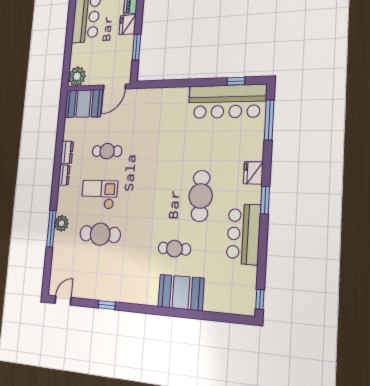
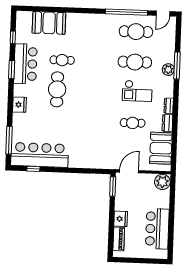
window: (136, 47) -> (113, 186), moved
booth: (83, 104) -> (161, 148), moved, turned 90
window: (265, 200) -> (12, 69), moved
cafe table: (174, 249) -> (62, 60), moved
cafe table: (97, 277) -> (136, 32), added
booth: (181, 292) -> (49, 23), moved
window: (260, 299) -> (13, 37), moved
window: (107, 305) -> (126, 12), width x3.17

